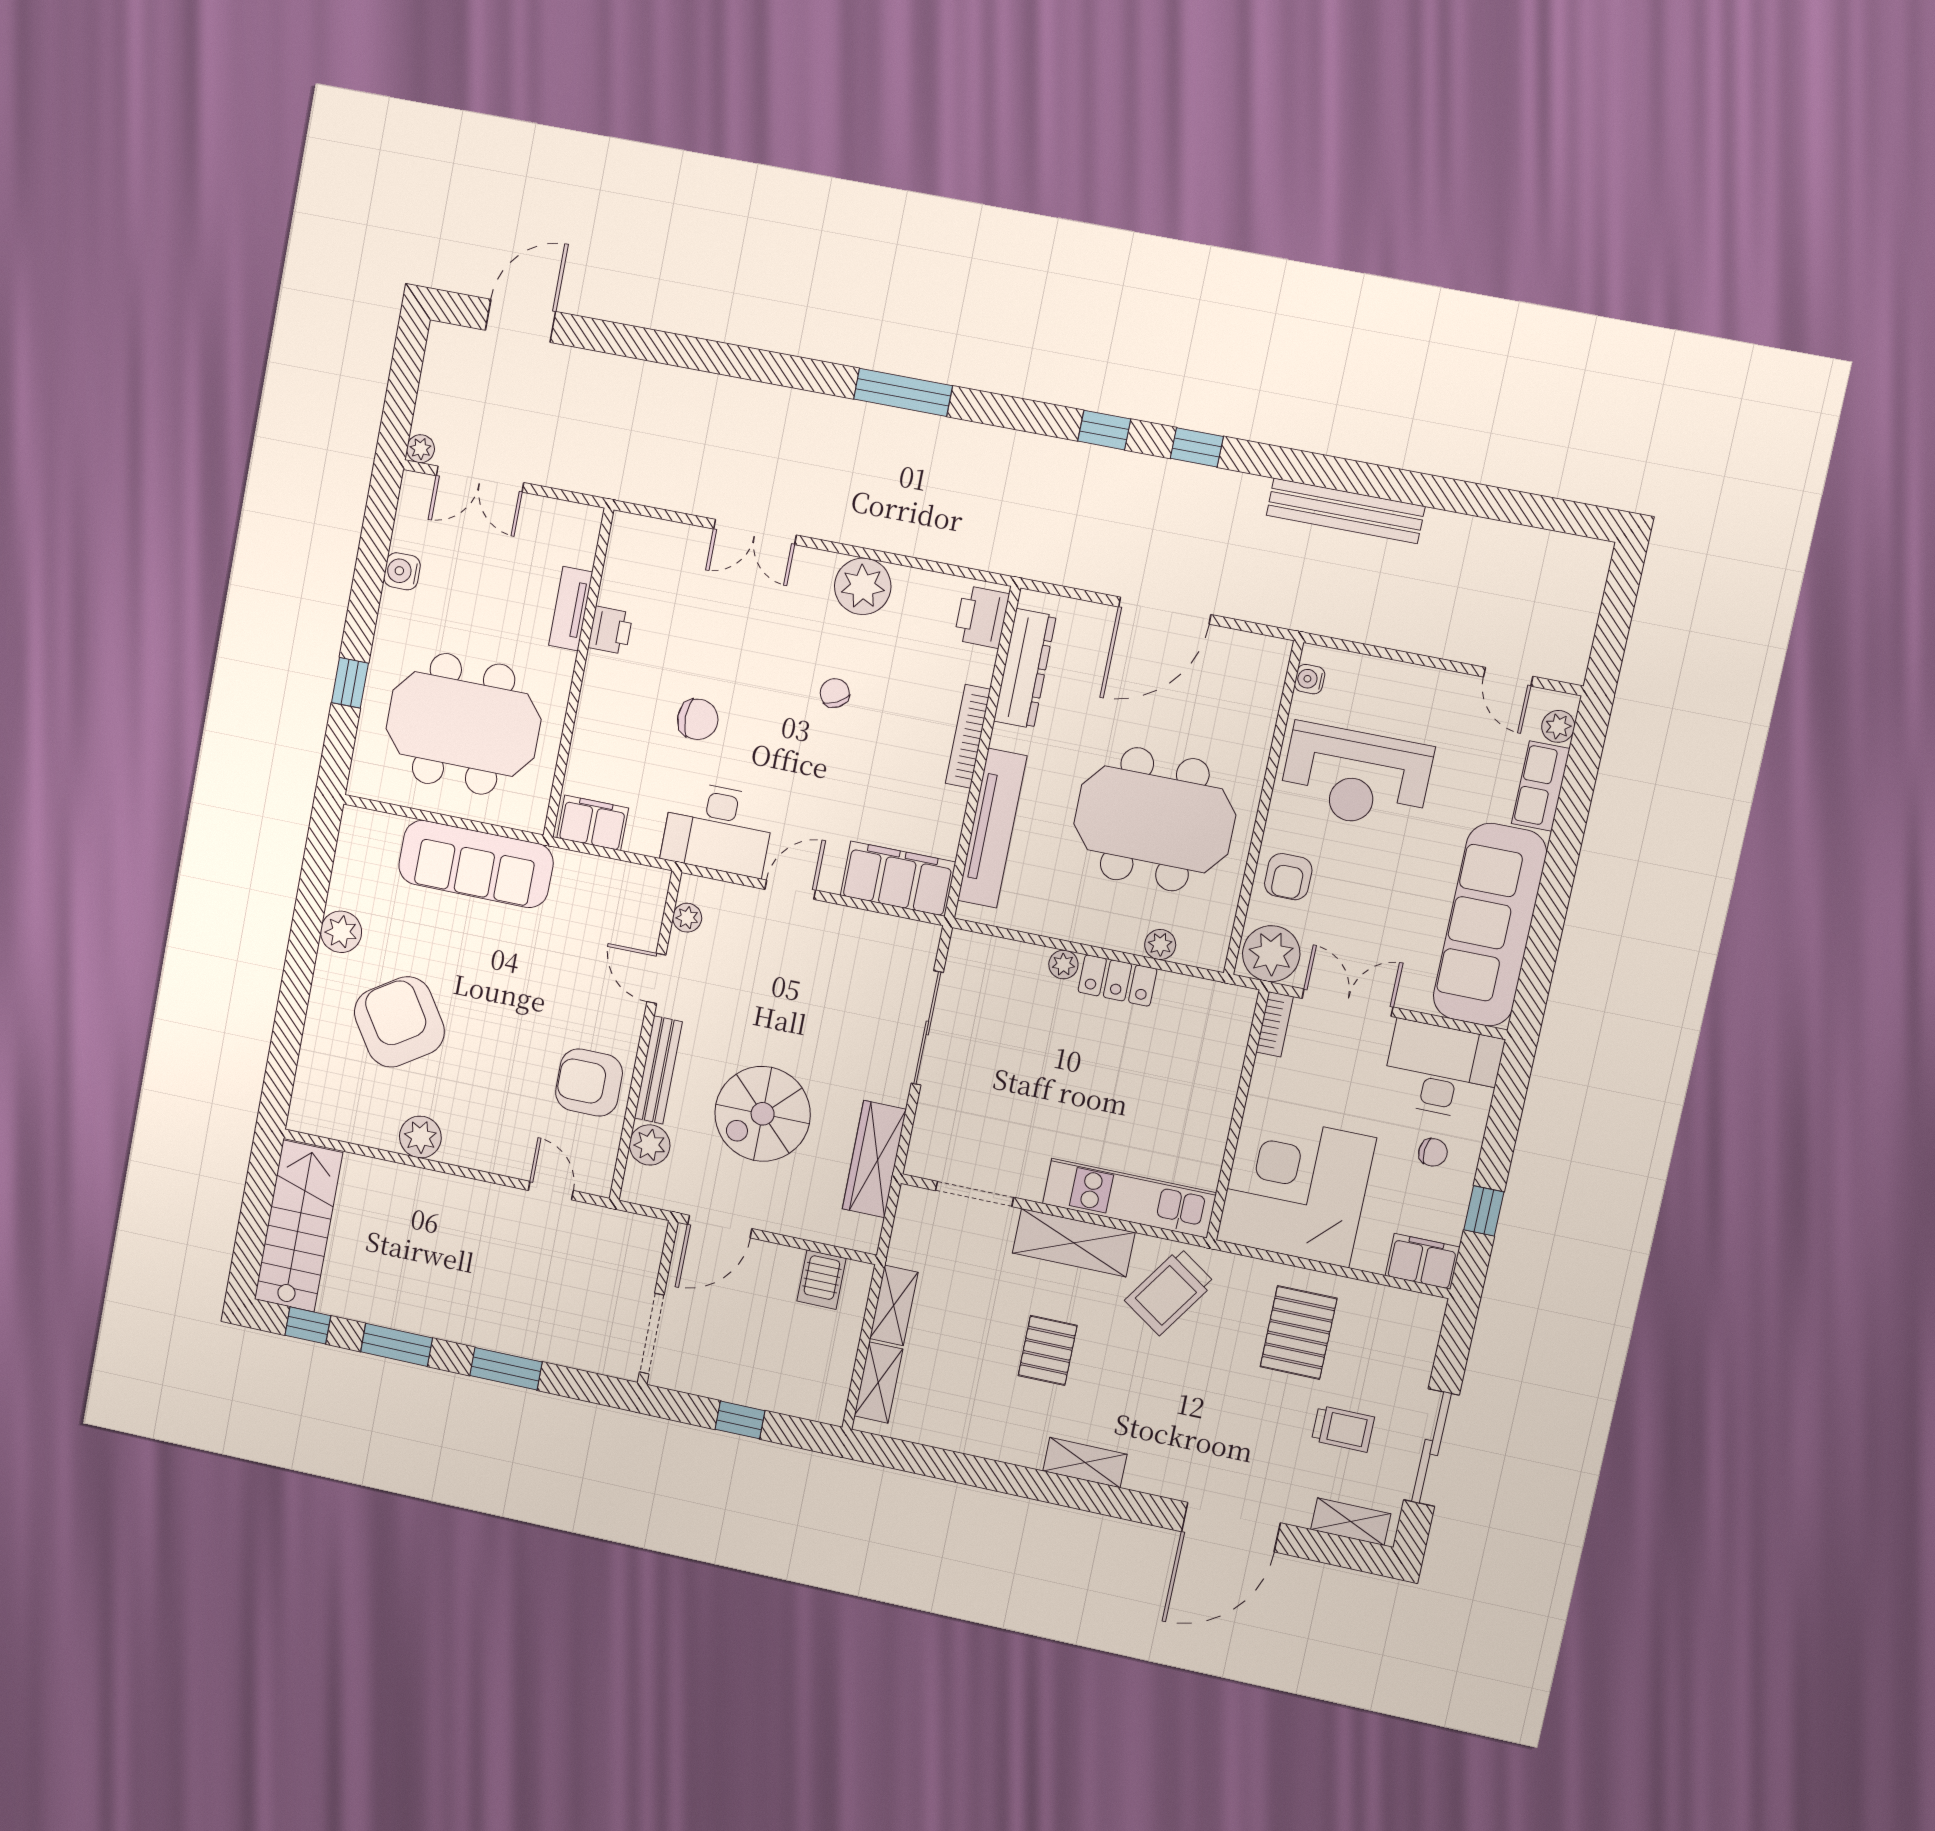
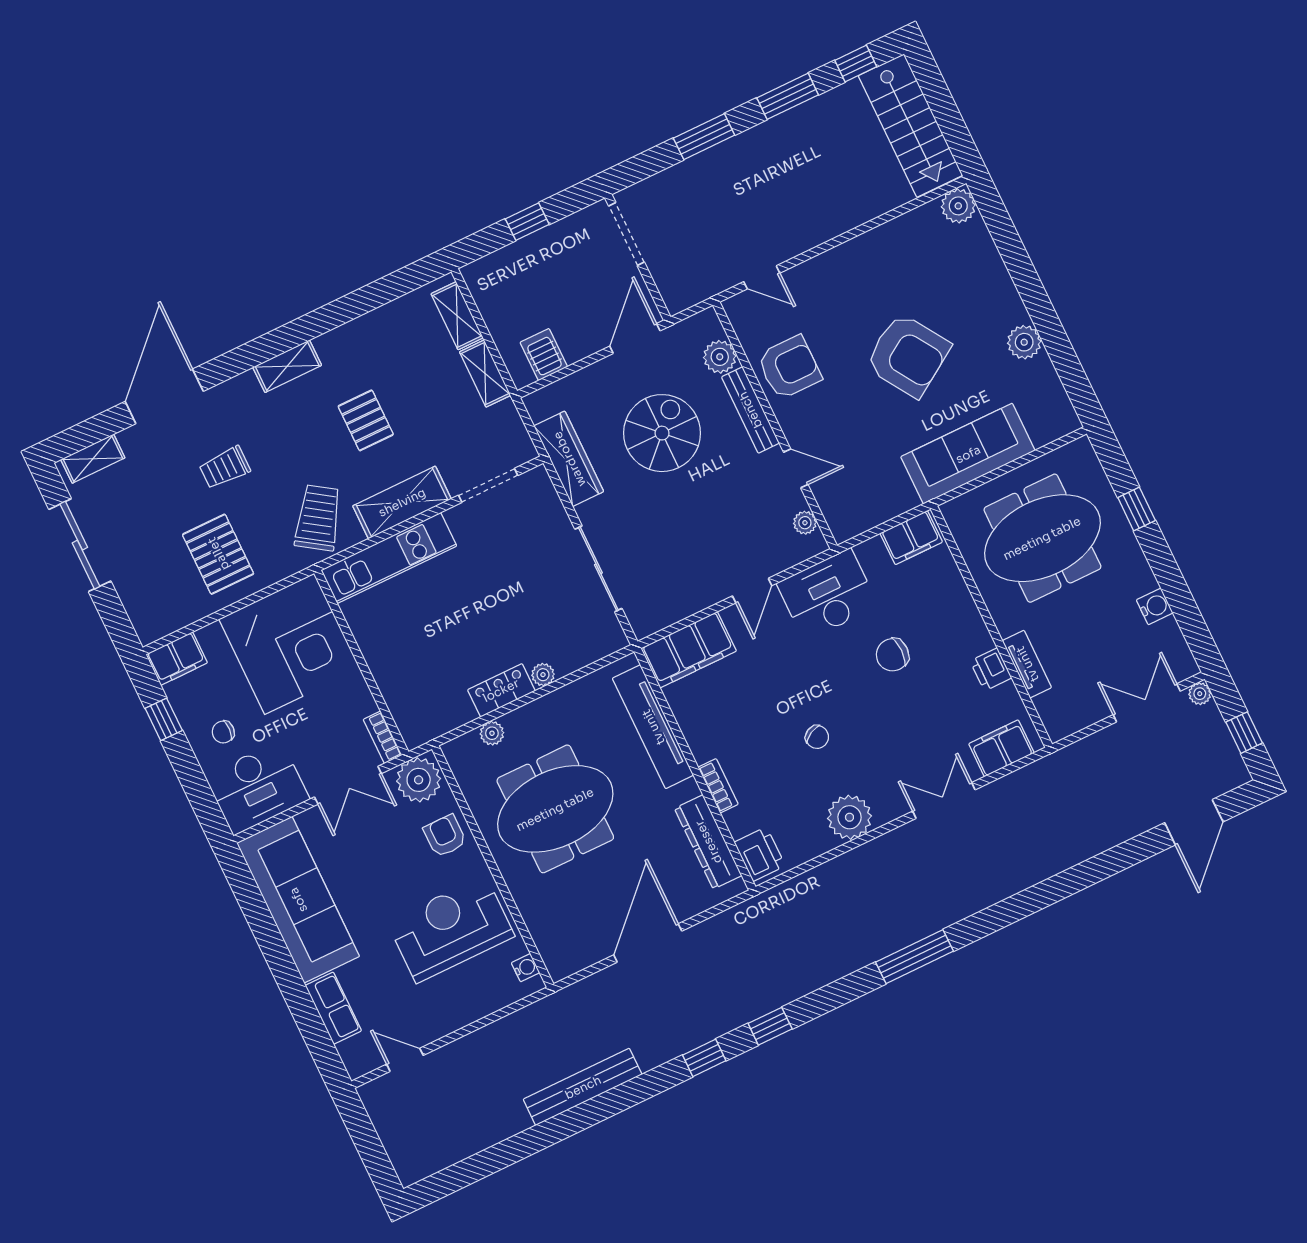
window: (405, 376) -> (1244, 733), added
filing cabinet: (658, 542) -> (1001, 748), added
plant: (1558, 726) -> (351, 1052), removed
bookcase: (968, 736) -> (718, 786), width x0.64
armchair: (399, 1022) -> (908, 355), moved
plant: (420, 1137) -> (958, 206), moved
trolley: (1343, 1429) -> (225, 468), moved

